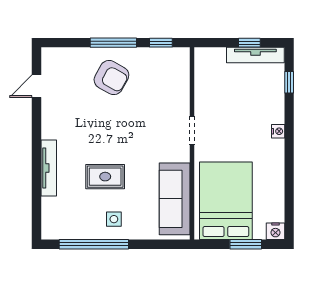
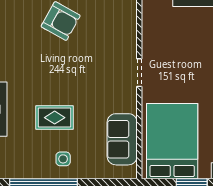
sofa: (175, 199) -> (122, 139), width x0.73

